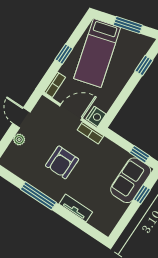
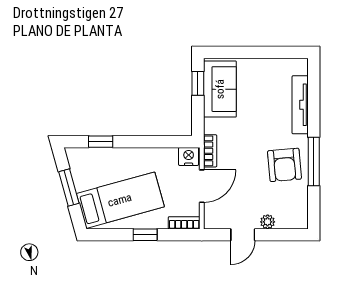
door: (71, 112) -> (202, 186), swing flipped
armchair: (62, 162) -> (284, 165), moved, turned 85
sofa: (131, 180) -> (220, 89), moved, turned -90
window: (142, 194) -> (239, 52), removed
tv unit: (76, 208) -> (300, 105), width x1.41

